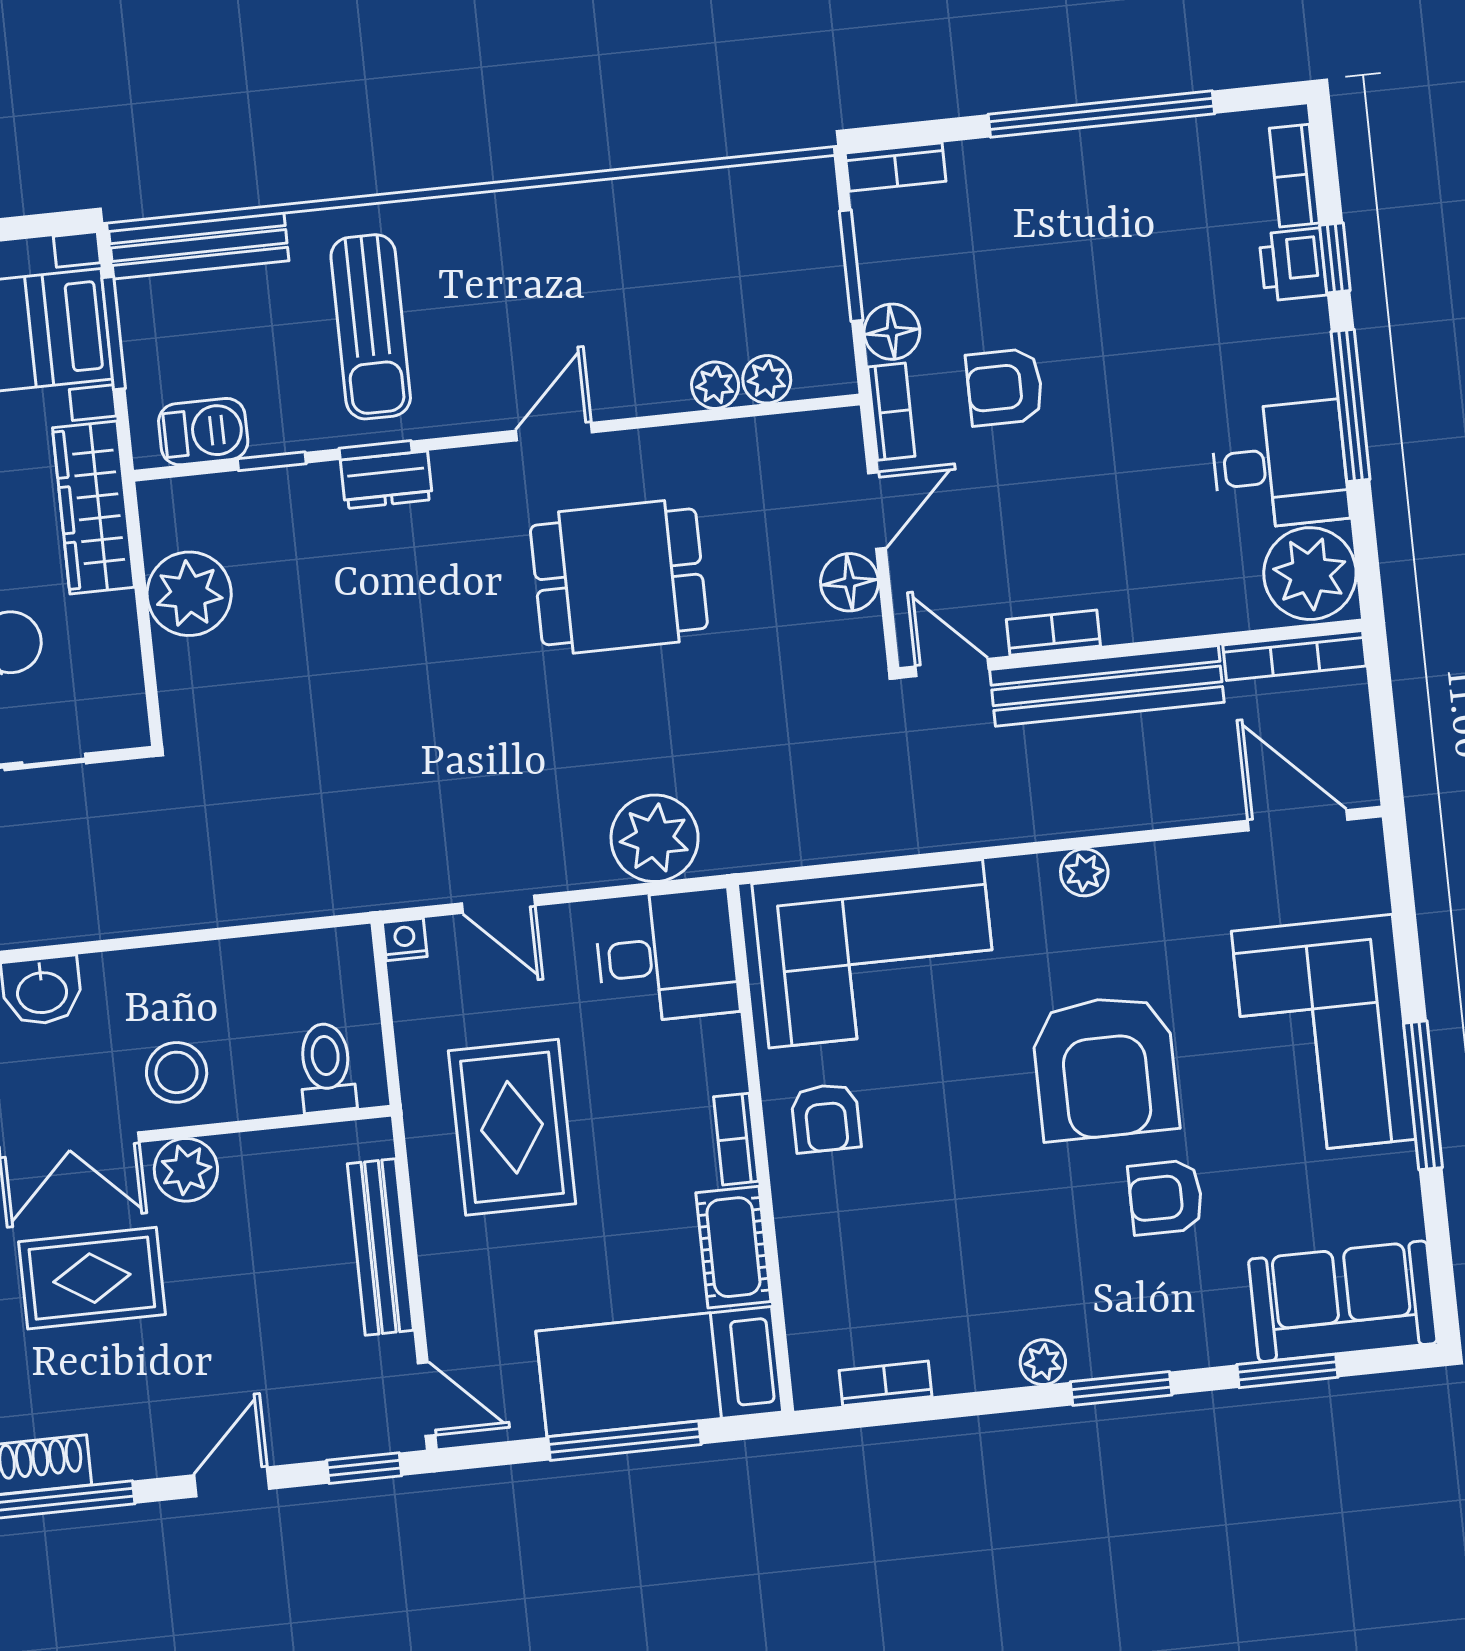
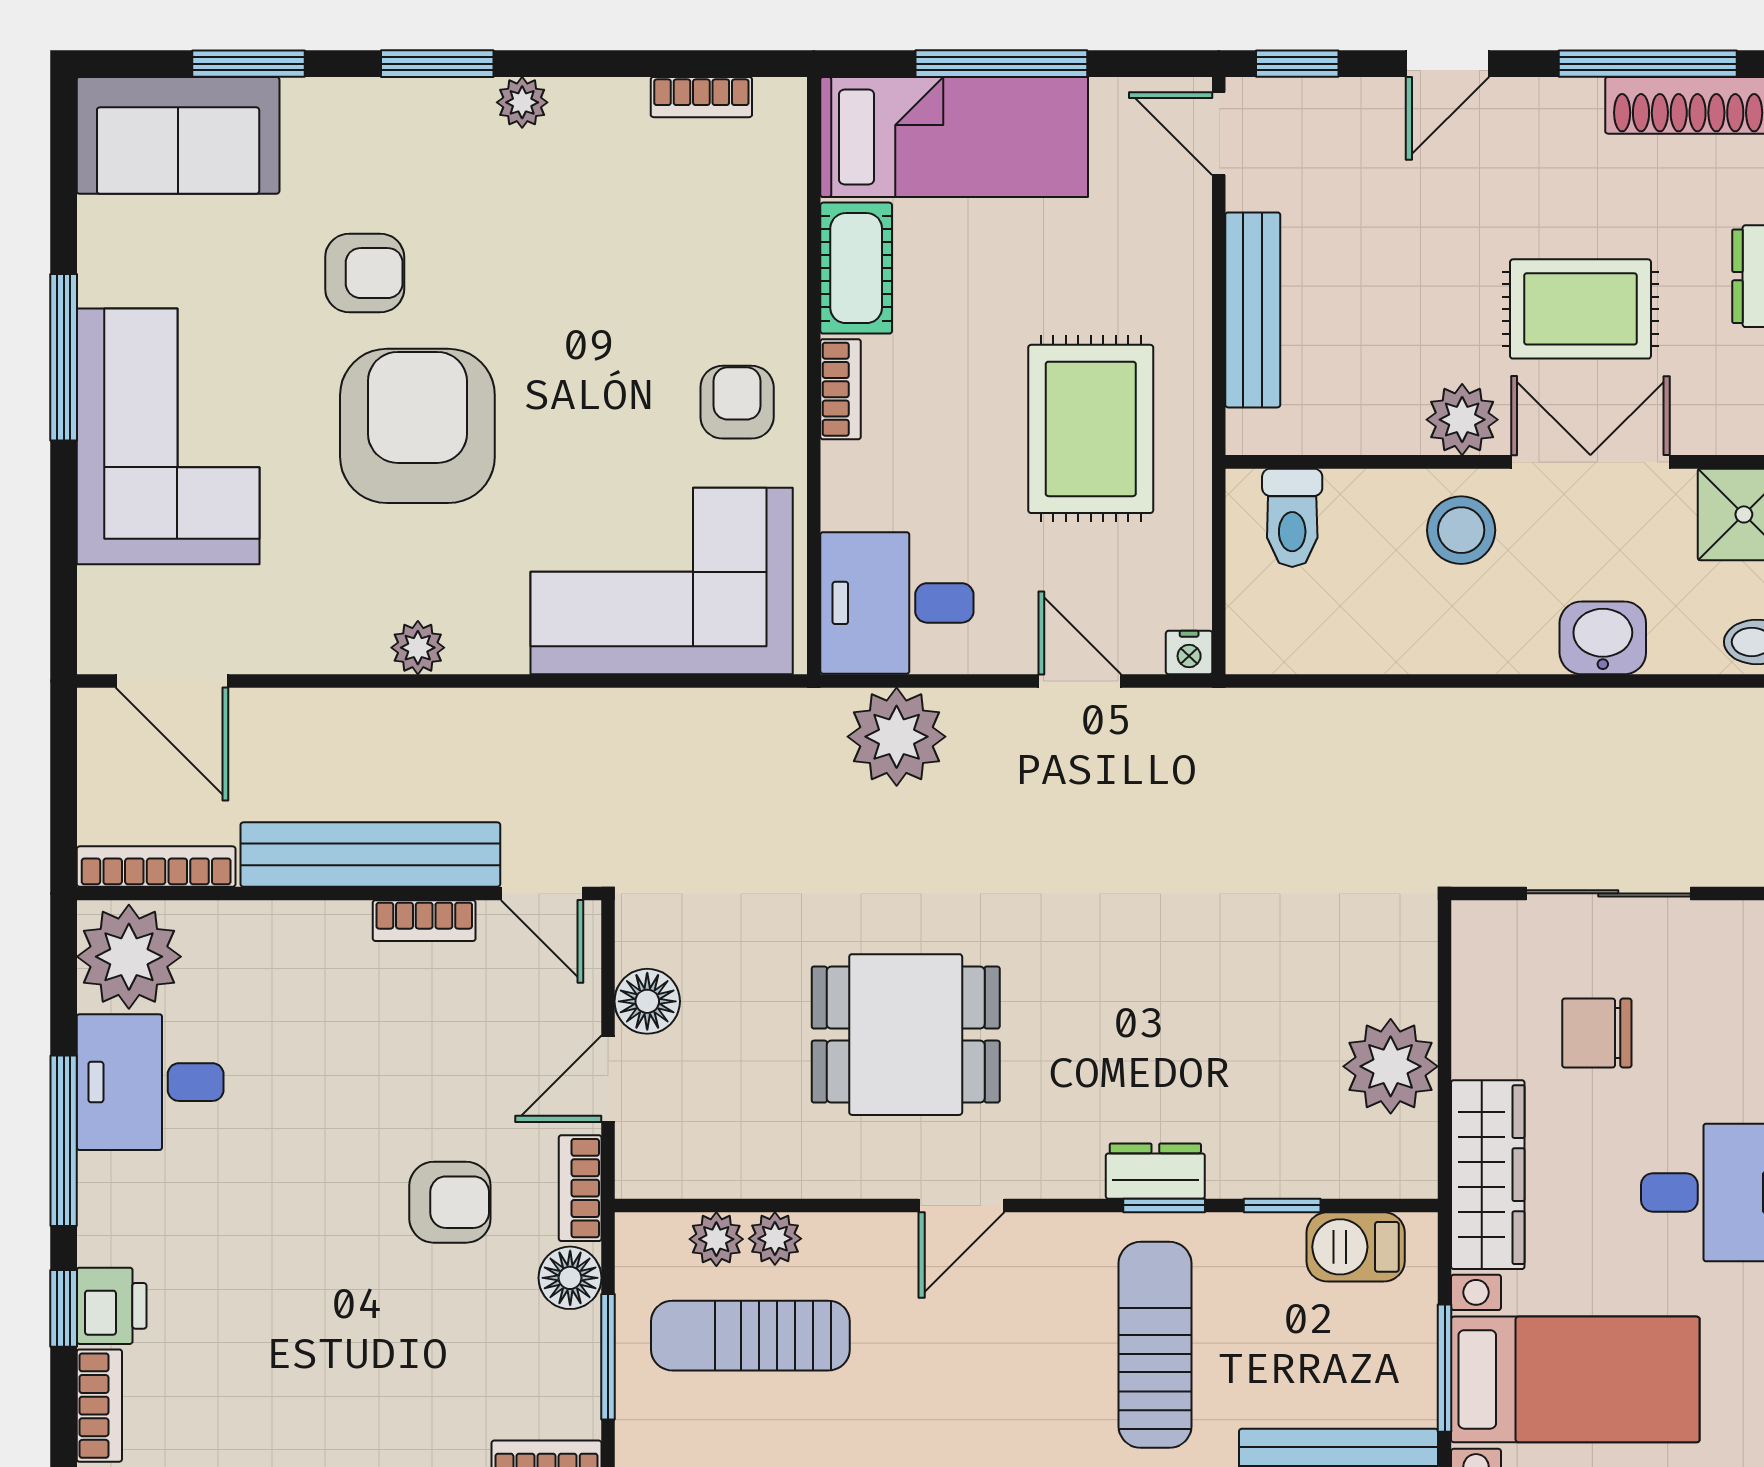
sun lounger: (728, 298) -> (750, 1336), added

